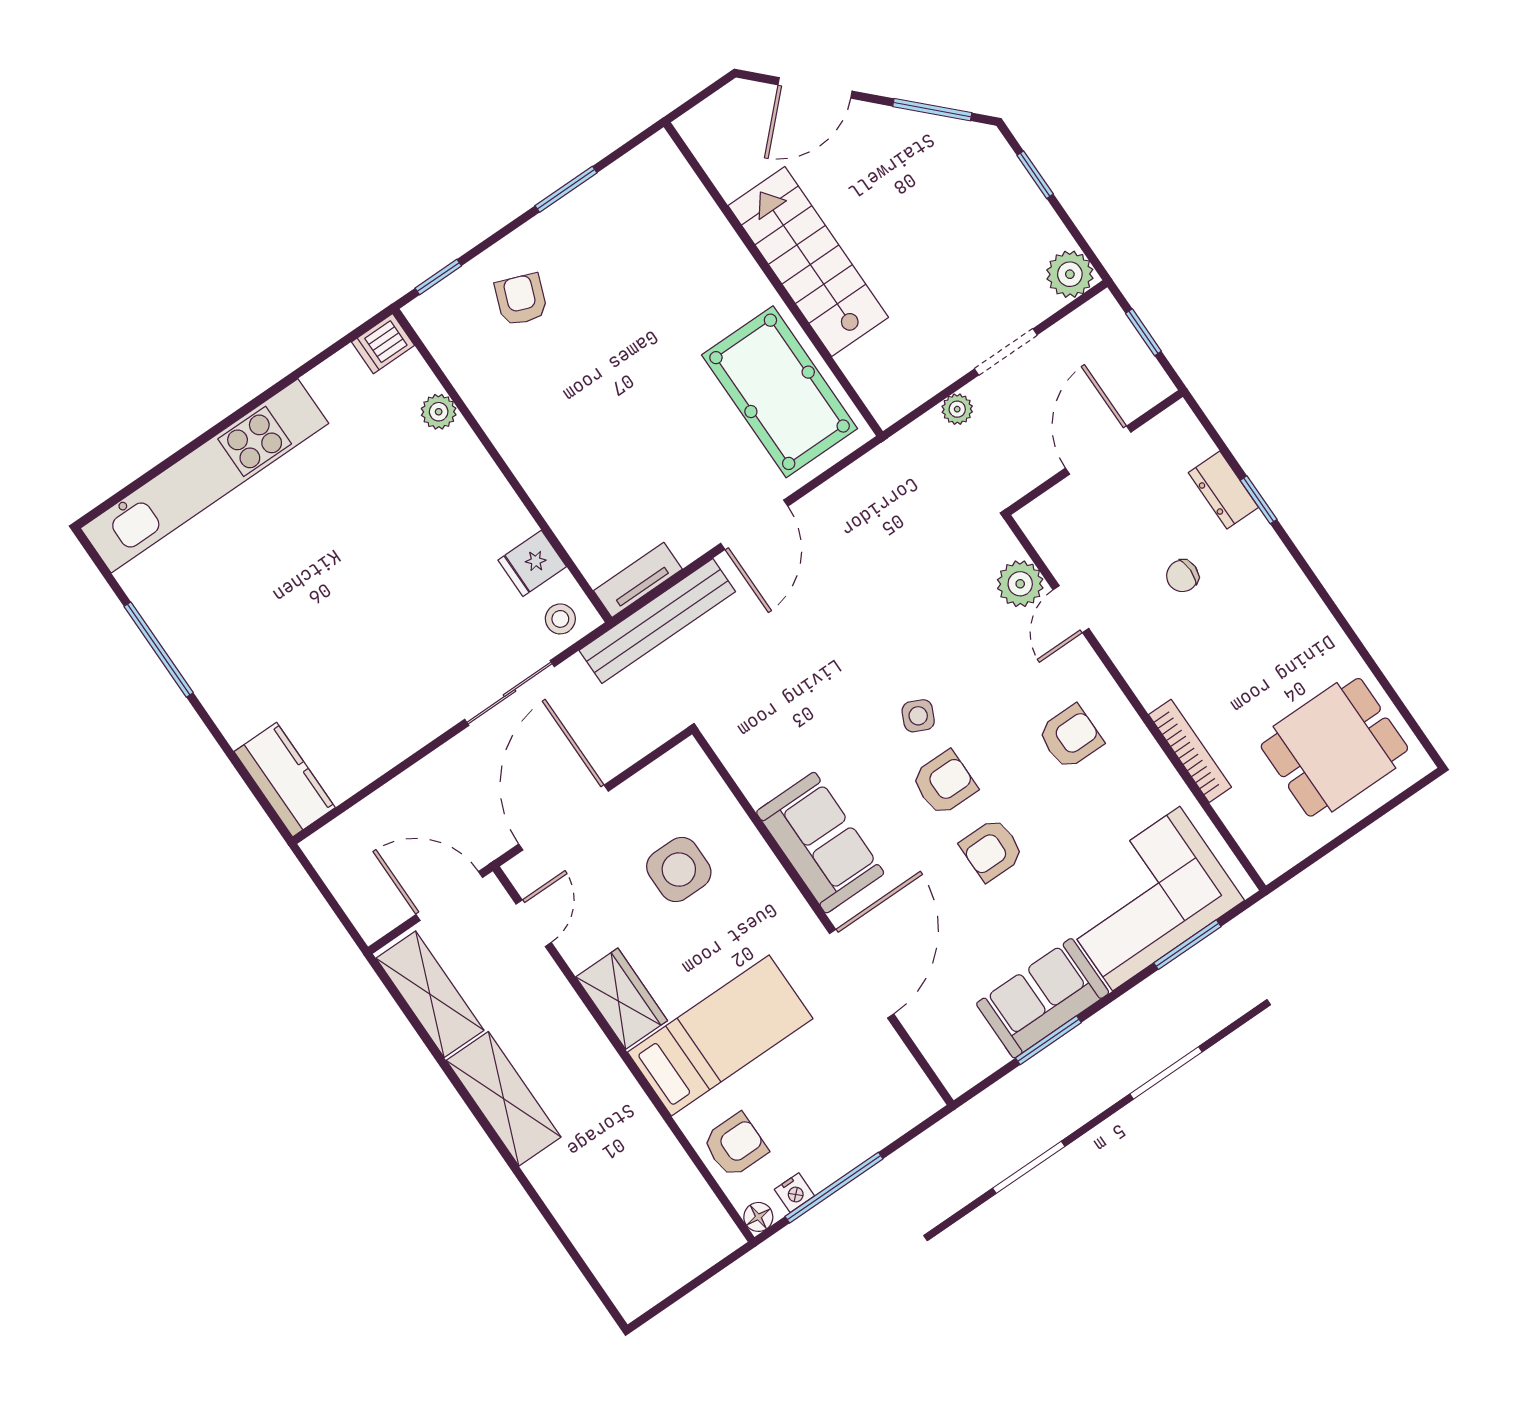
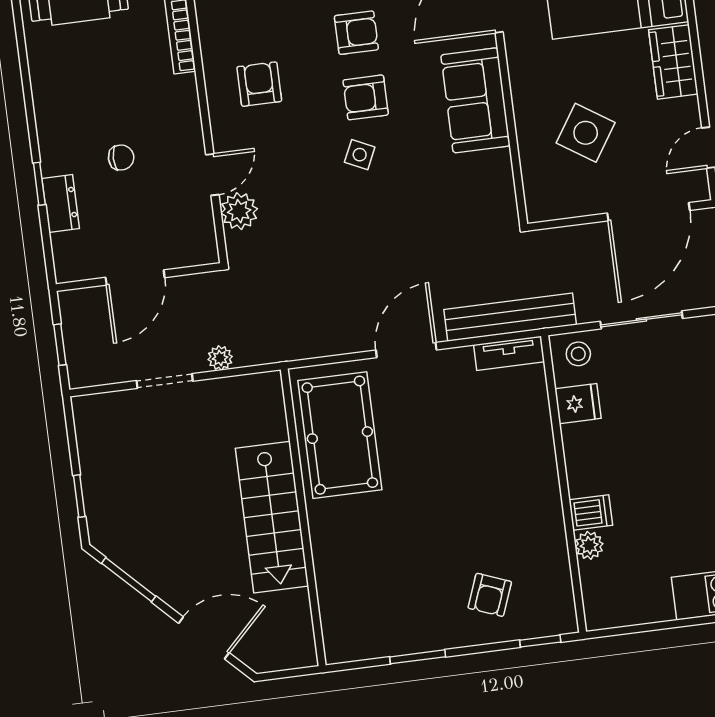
plant: (1070, 274) -> (91, 413), removed
dishwasher: (383, 344) -> (591, 513), moved
armchair: (1070, 737) -> (259, 84), turned 90
side table: (679, 870) -> (586, 133), turned 33

